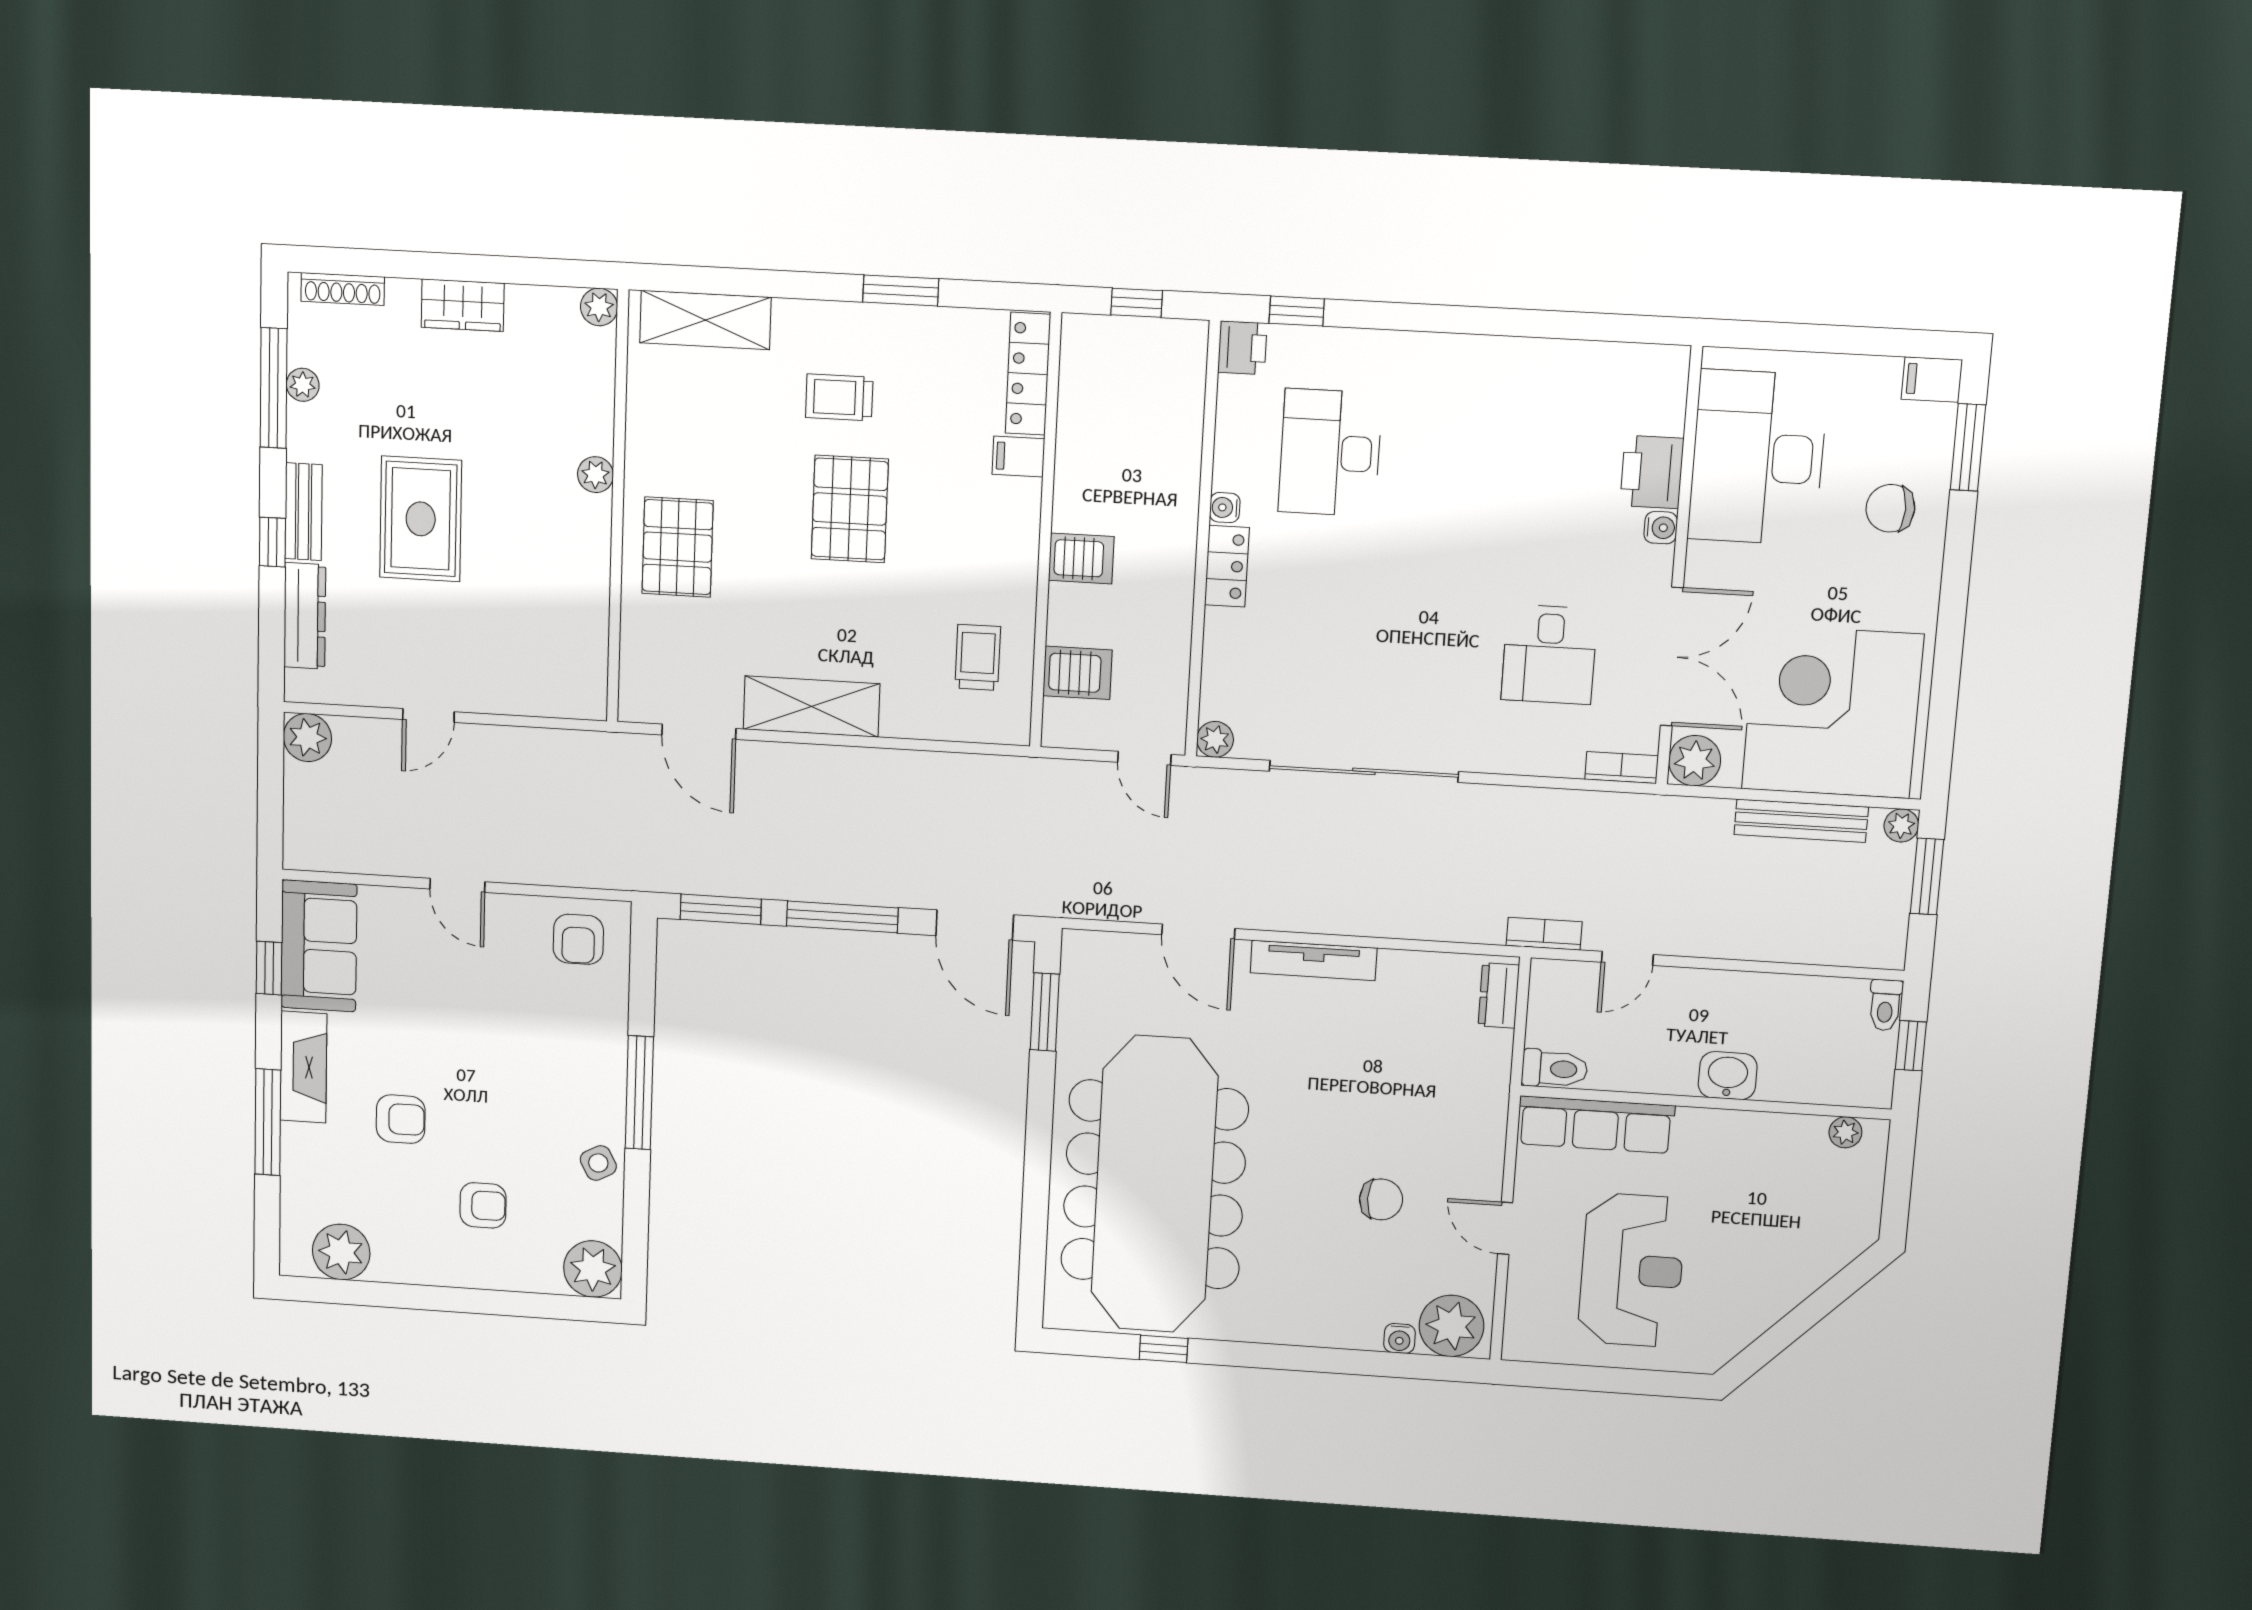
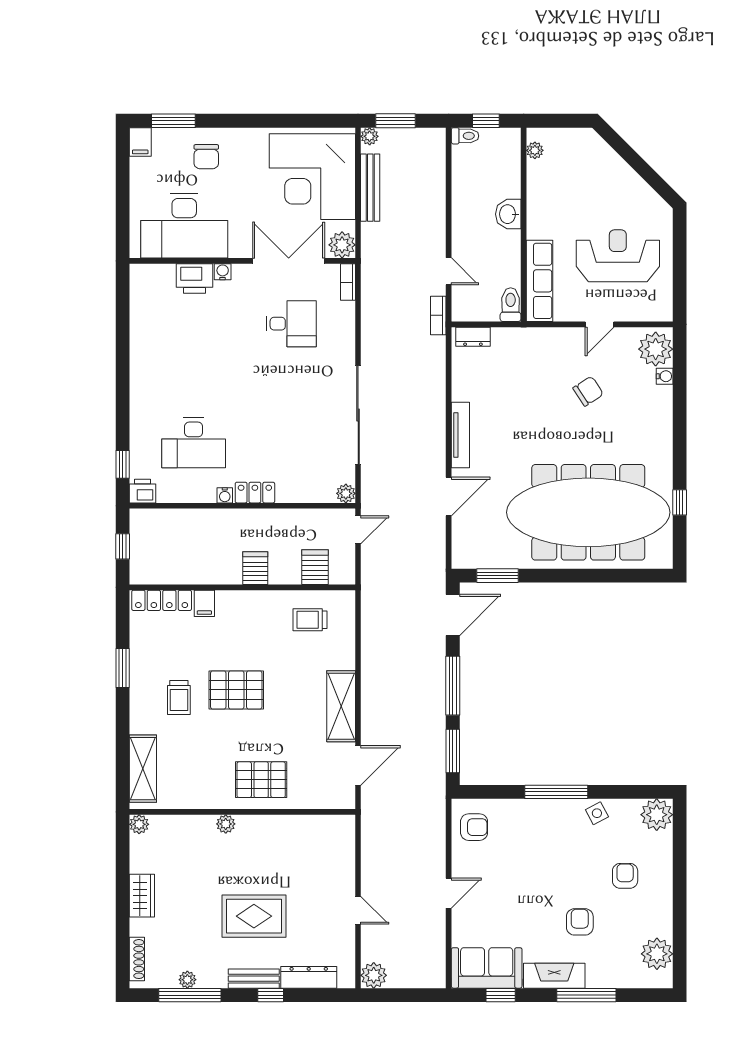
chair: (1381, 1199) -> (588, 391), turned 57

